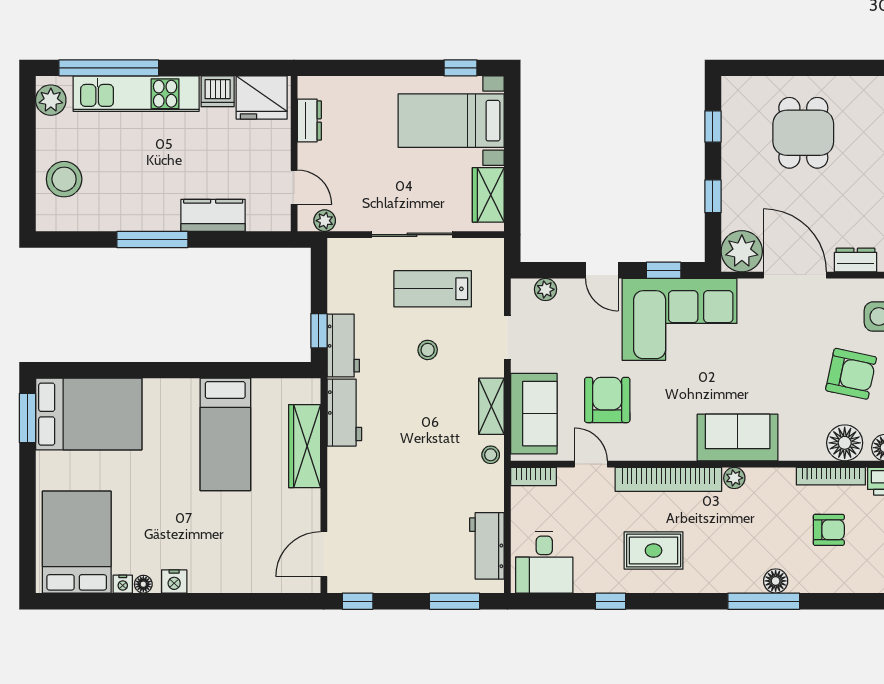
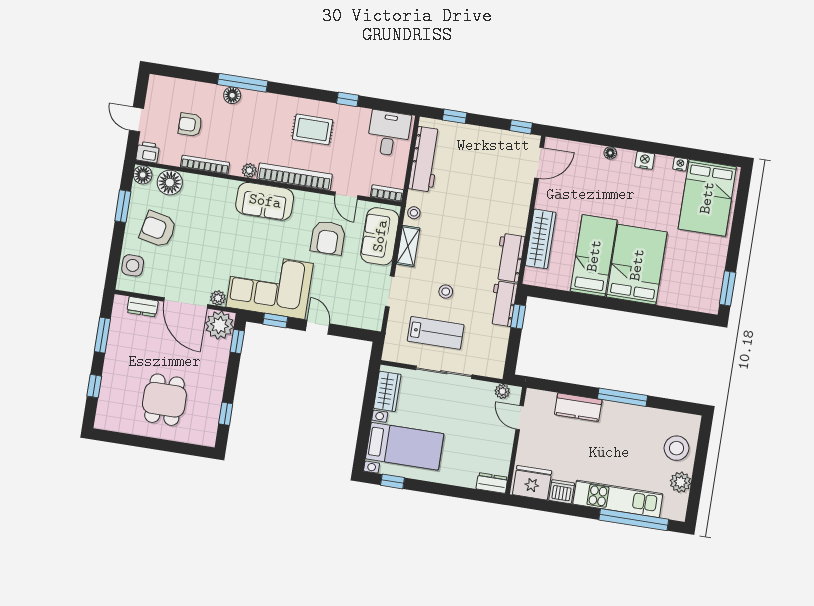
plant: (51, 100) -> (680, 482), moved
dresser: (309, 120) -> (492, 483), moved, turned 90
window: (713, 196) -> (237, 342), moved
plant: (545, 289) -> (218, 298), moved
bed: (89, 414) -> (637, 265), moved, turned 90
sofa: (738, 437) -> (265, 201), moved
bookcase: (831, 476) -> (205, 165), moved
workbench: (487, 546) -> (425, 159), width x1.38
floor lamp: (143, 584) -> (610, 153), moved
window: (454, 601) -> (455, 116), width x0.67

